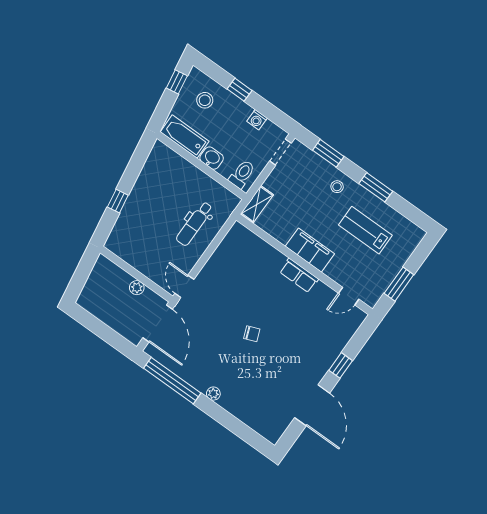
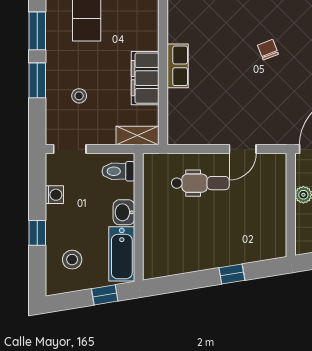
window: (177, 82) -> (105, 295), moved
window: (328, 153) -> (37, 80), moved
stool: (337, 187) -> (79, 96), moved
filing cabinet: (310, 250) -> (145, 78), moved
row of seats: (299, 275) -> (178, 66), moved
door: (184, 286) -> (243, 149), moved

